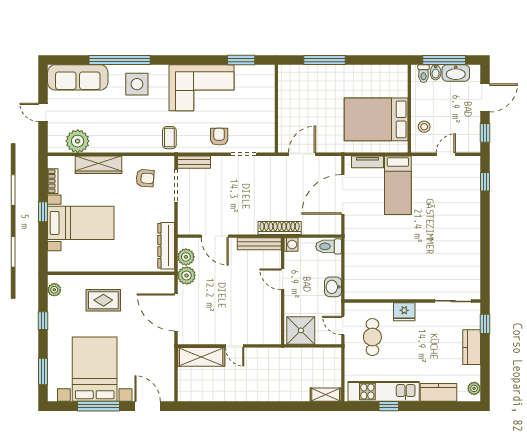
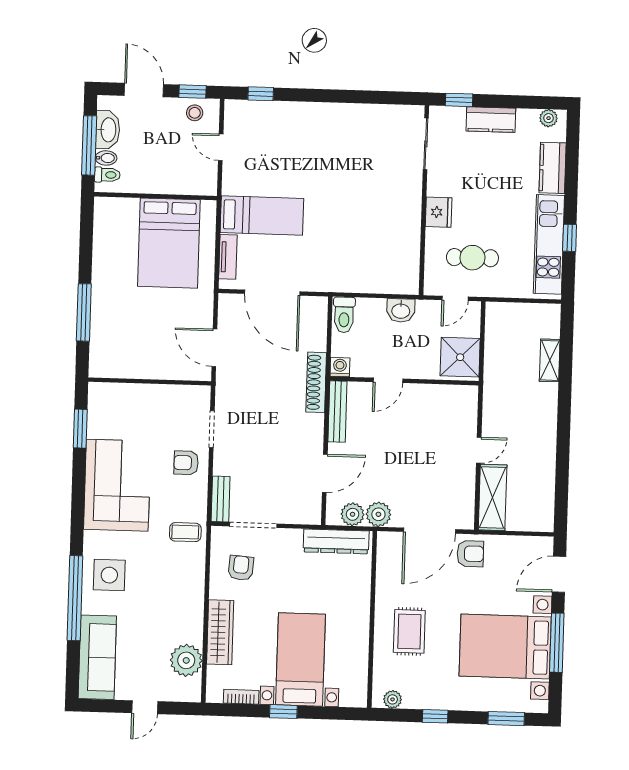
stool: (424, 127) -> (195, 113), moved
armchair: (160, 342) -> (470, 554), added
shelving: (326, 395) -> (550, 360), moved

